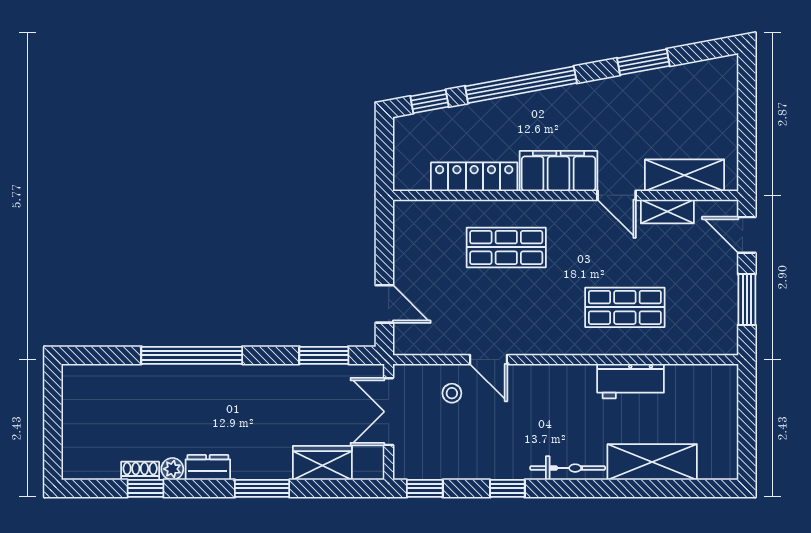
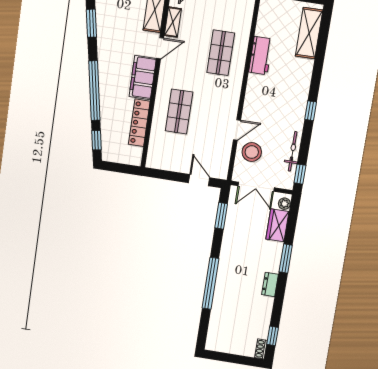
door: (384, 304) -> (199, 180), hinge flipped
stool: (452, 393) -> (252, 152), width x1.89, depth x1.89
shelving: (652, 462) -> (309, 33), moved
bicycle: (568, 468) -> (293, 151), moved
plant: (172, 469) -> (284, 204), moved
shoe rack: (140, 471) -> (261, 349), moved
window: (146, 488) -> (273, 336), moved
window: (507, 488) -> (311, 111), moved

